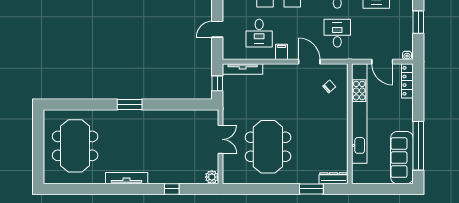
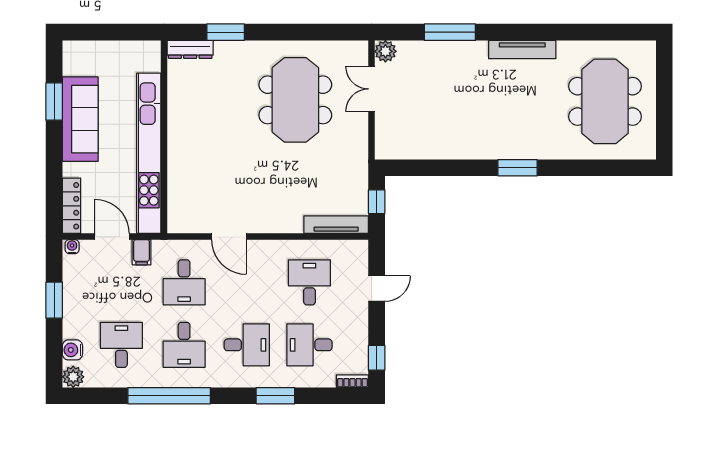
filing cabinet: (282, 52) -> (142, 252), moved
chair: (329, 86) -> (197, 197), removed
double door: (220, 139) -> (372, 89), moved
window: (418, 146) -> (54, 102), width x0.47
sofa: (402, 158) -> (80, 119), moved
window: (172, 189) -> (450, 32), width x2.17

